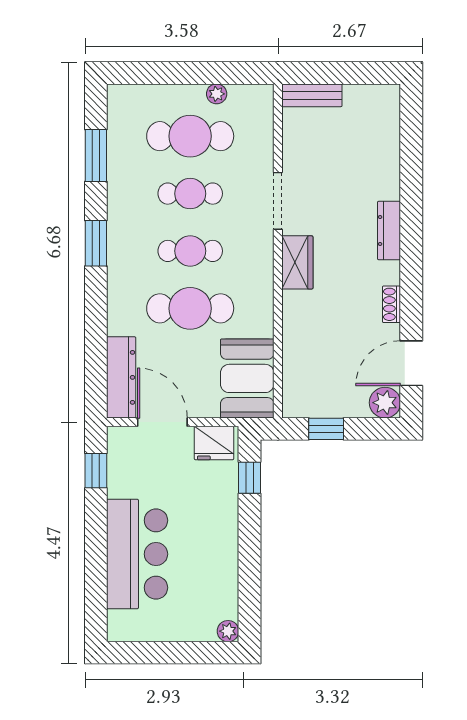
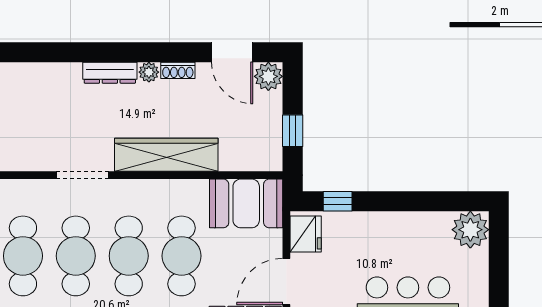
cafe table: (190, 194) -> (76, 256), width x1.37, depth x1.35
cafe table: (190, 251) -> (129, 256), width x1.37, depth x1.35
wardrobe: (297, 262) -> (166, 155), width x2.10, depth x1.17
plant: (390, 273) -> (149, 72), added
plant: (228, 631) -> (470, 230), width x1.88, depth x1.88

